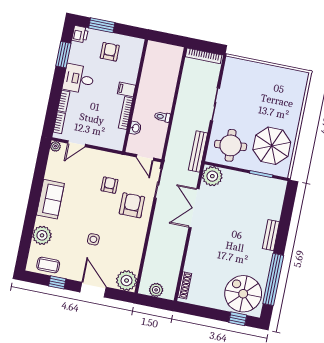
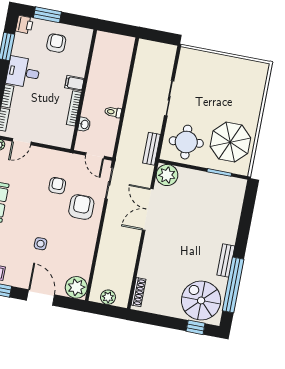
bookcase: (204, 56) -> (157, 47), removed
bench: (198, 151) -> (152, 149), width x0.73
bench: (271, 235) -> (226, 261), moved

